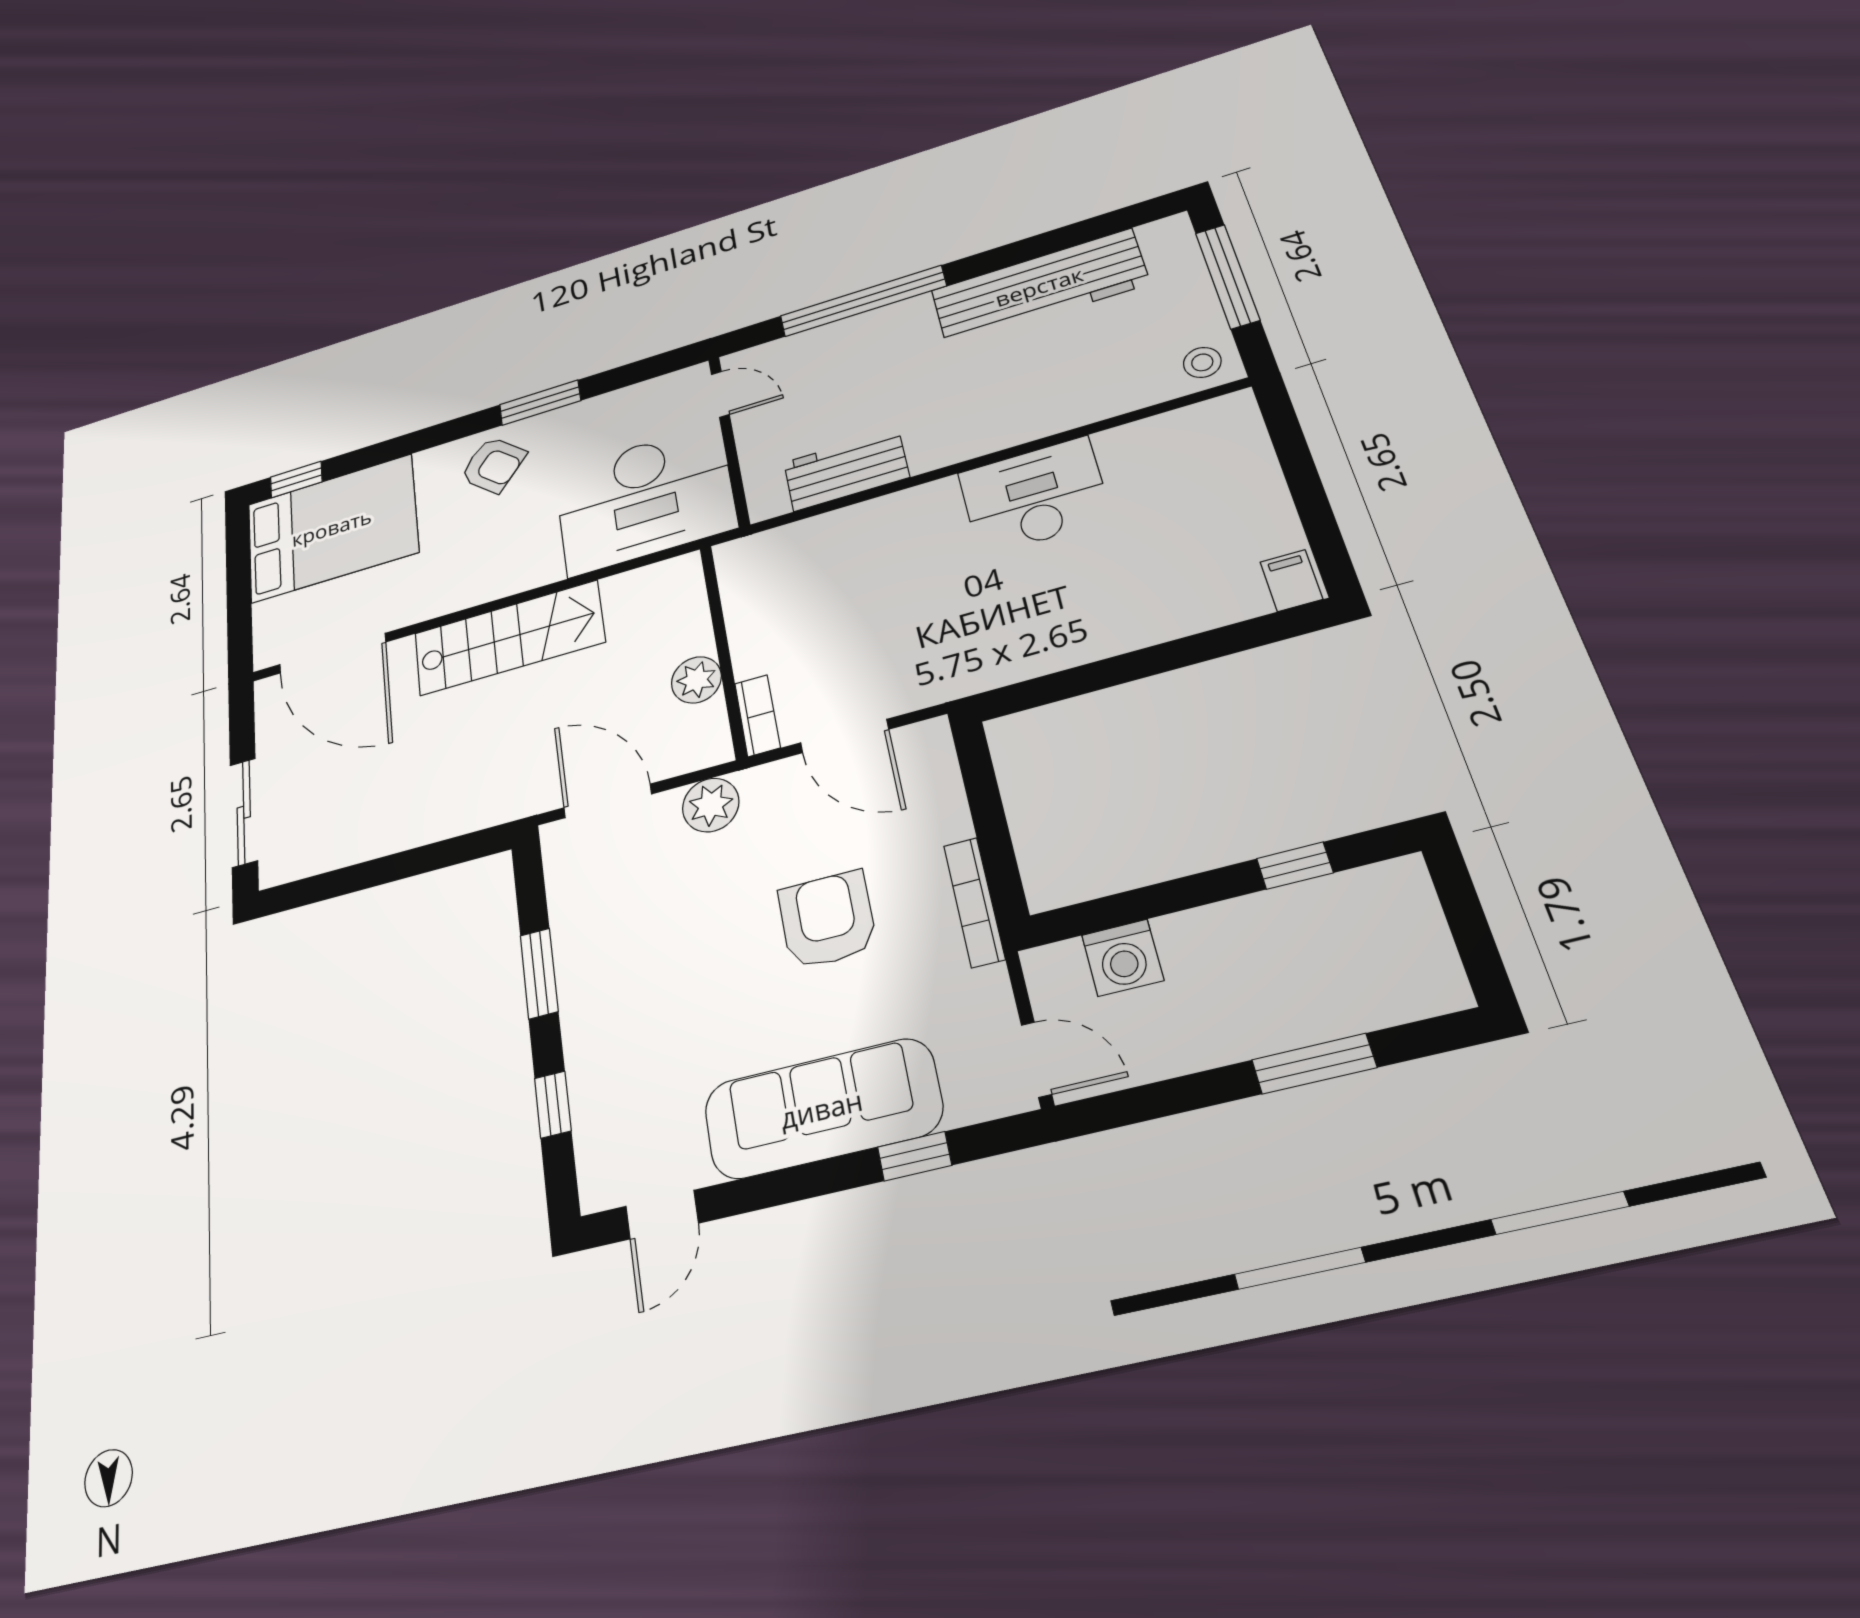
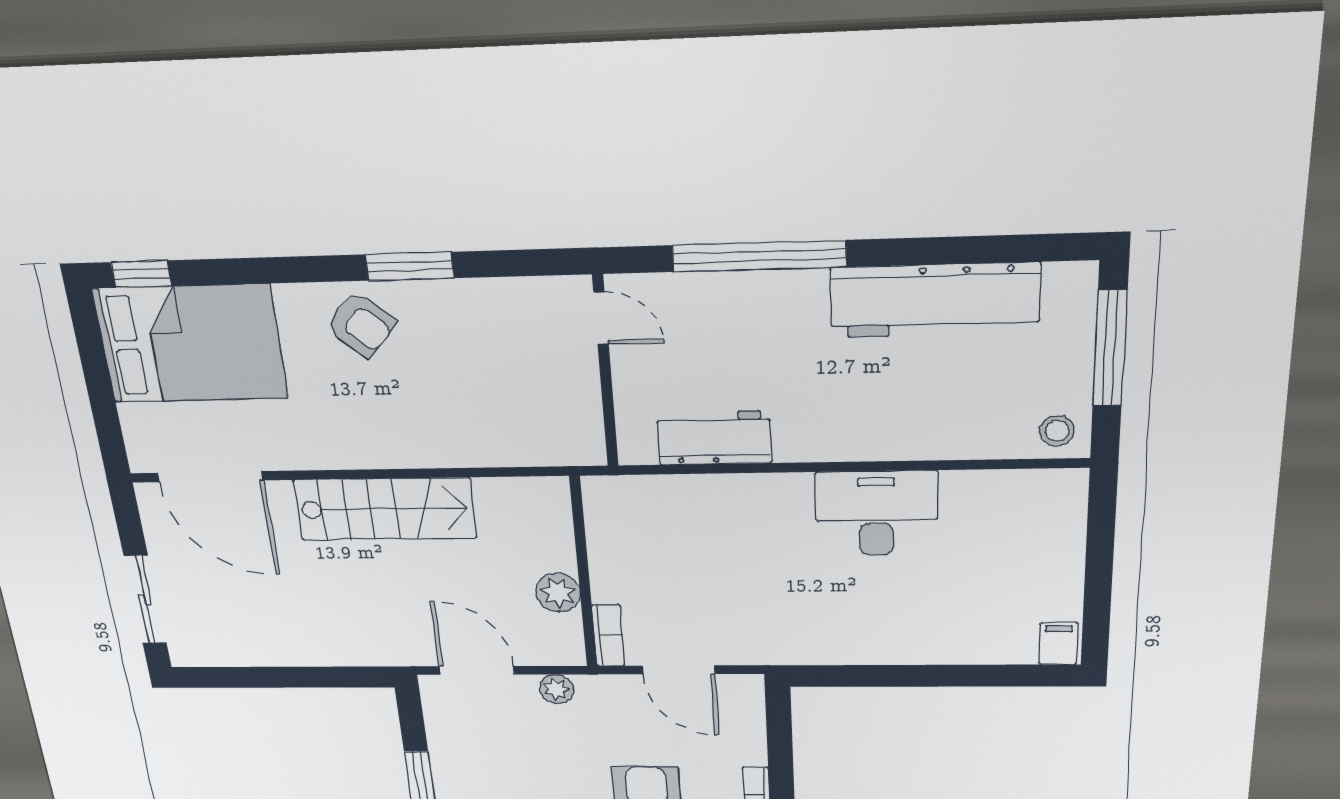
desk: (644, 499) -> (518, 409), removed
plant: (711, 805) -> (556, 689), width x0.73, depth x0.73

